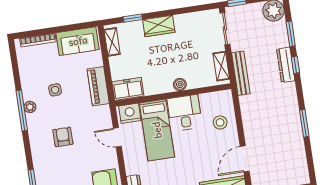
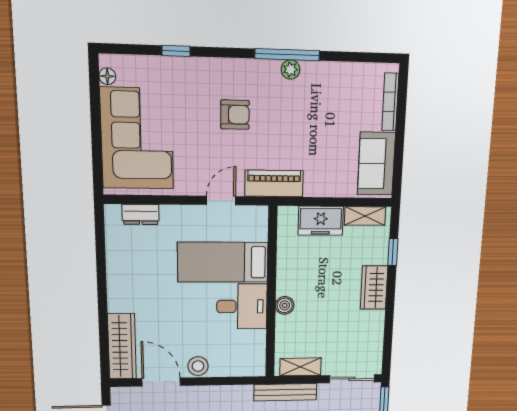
piano: (98, 86) -> (274, 183), moved
freezer: (128, 89) -> (321, 221), moved, turned 90
side table: (55, 90) -> (310, 115), removed
nightstand: (130, 113) -> (255, 225), removed
stool: (220, 122) -> (198, 366), moved

